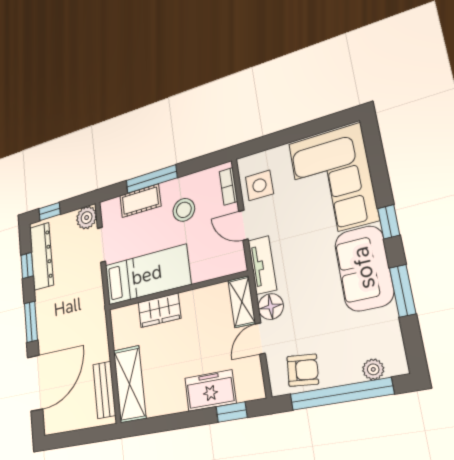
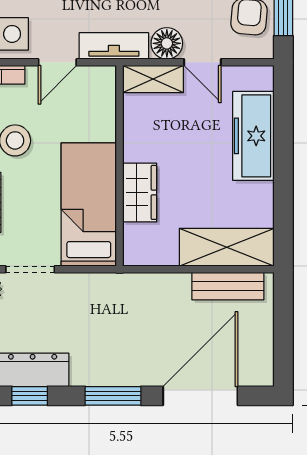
door: (35, 383) -> (200, 396), hinge flipped
freezer: (210, 391) -> (253, 136), width x1.40
window: (232, 412) -> (283, 112), removed

